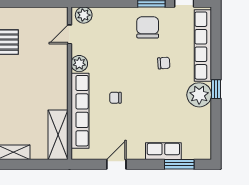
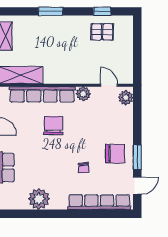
window: (216, 89) -> (61, 214), removed
plant: (199, 95) -> (39, 199), moved
chair: (115, 98) -> (53, 125), width x1.87, depth x1.87

